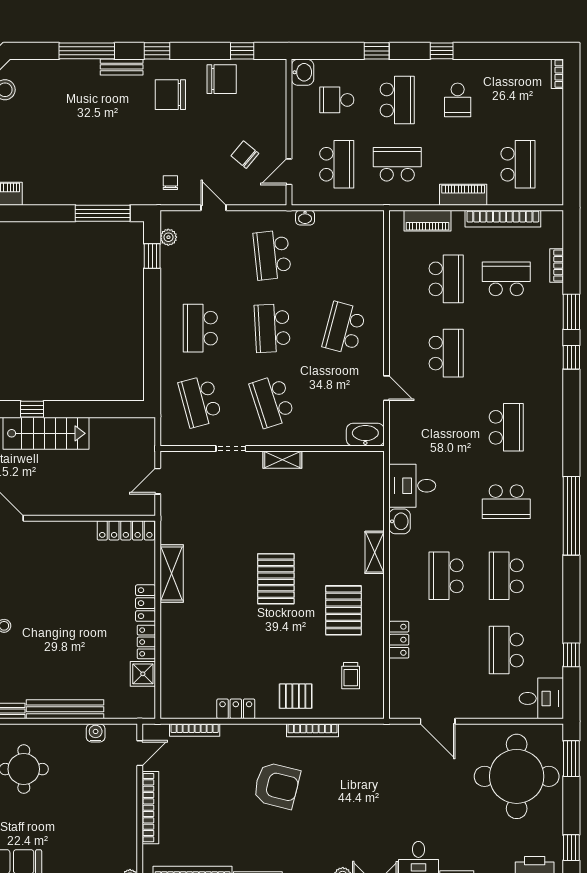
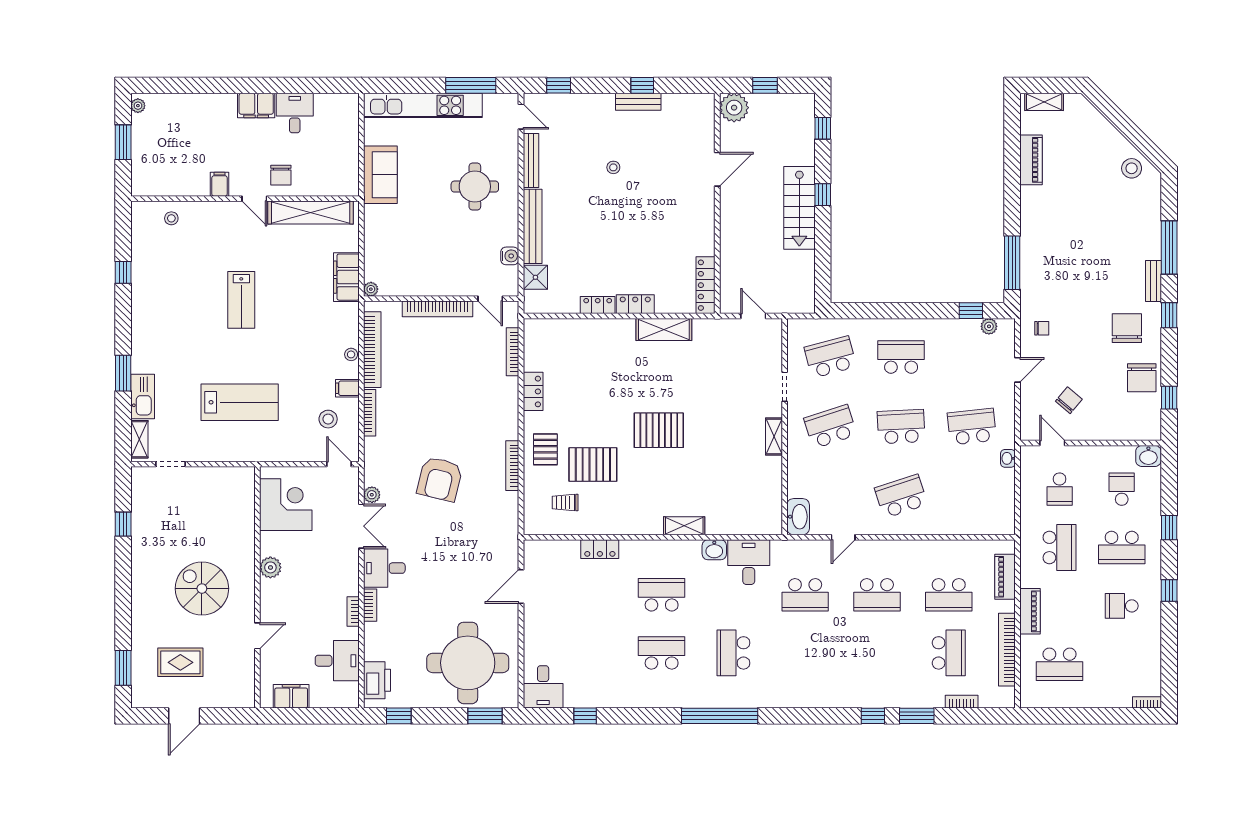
school desk: (337, 164) -> (1060, 489), width x0.54
school desk: (344, 328) -> (901, 496), turned -33
school desk: (506, 427) -> (805, 595), moved
pallet: (343, 610) -> (593, 465), moved
school desk: (506, 650) -> (590, 653), removed
shower: (143, 674) -> (535, 277), moved
armchair: (277, 785) -> (440, 479), moved

